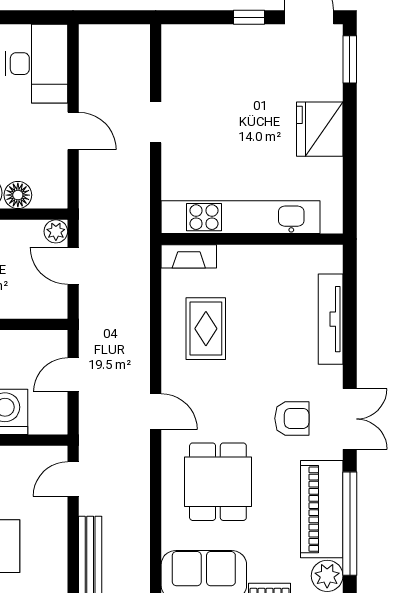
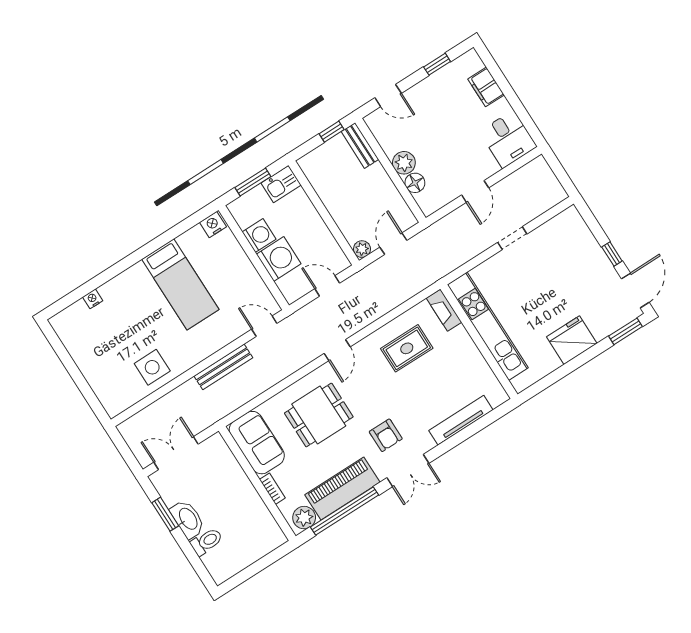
desk: (37, 64) -> (508, 139), width x0.73
plant: (56, 231) -> (362, 249), moved

